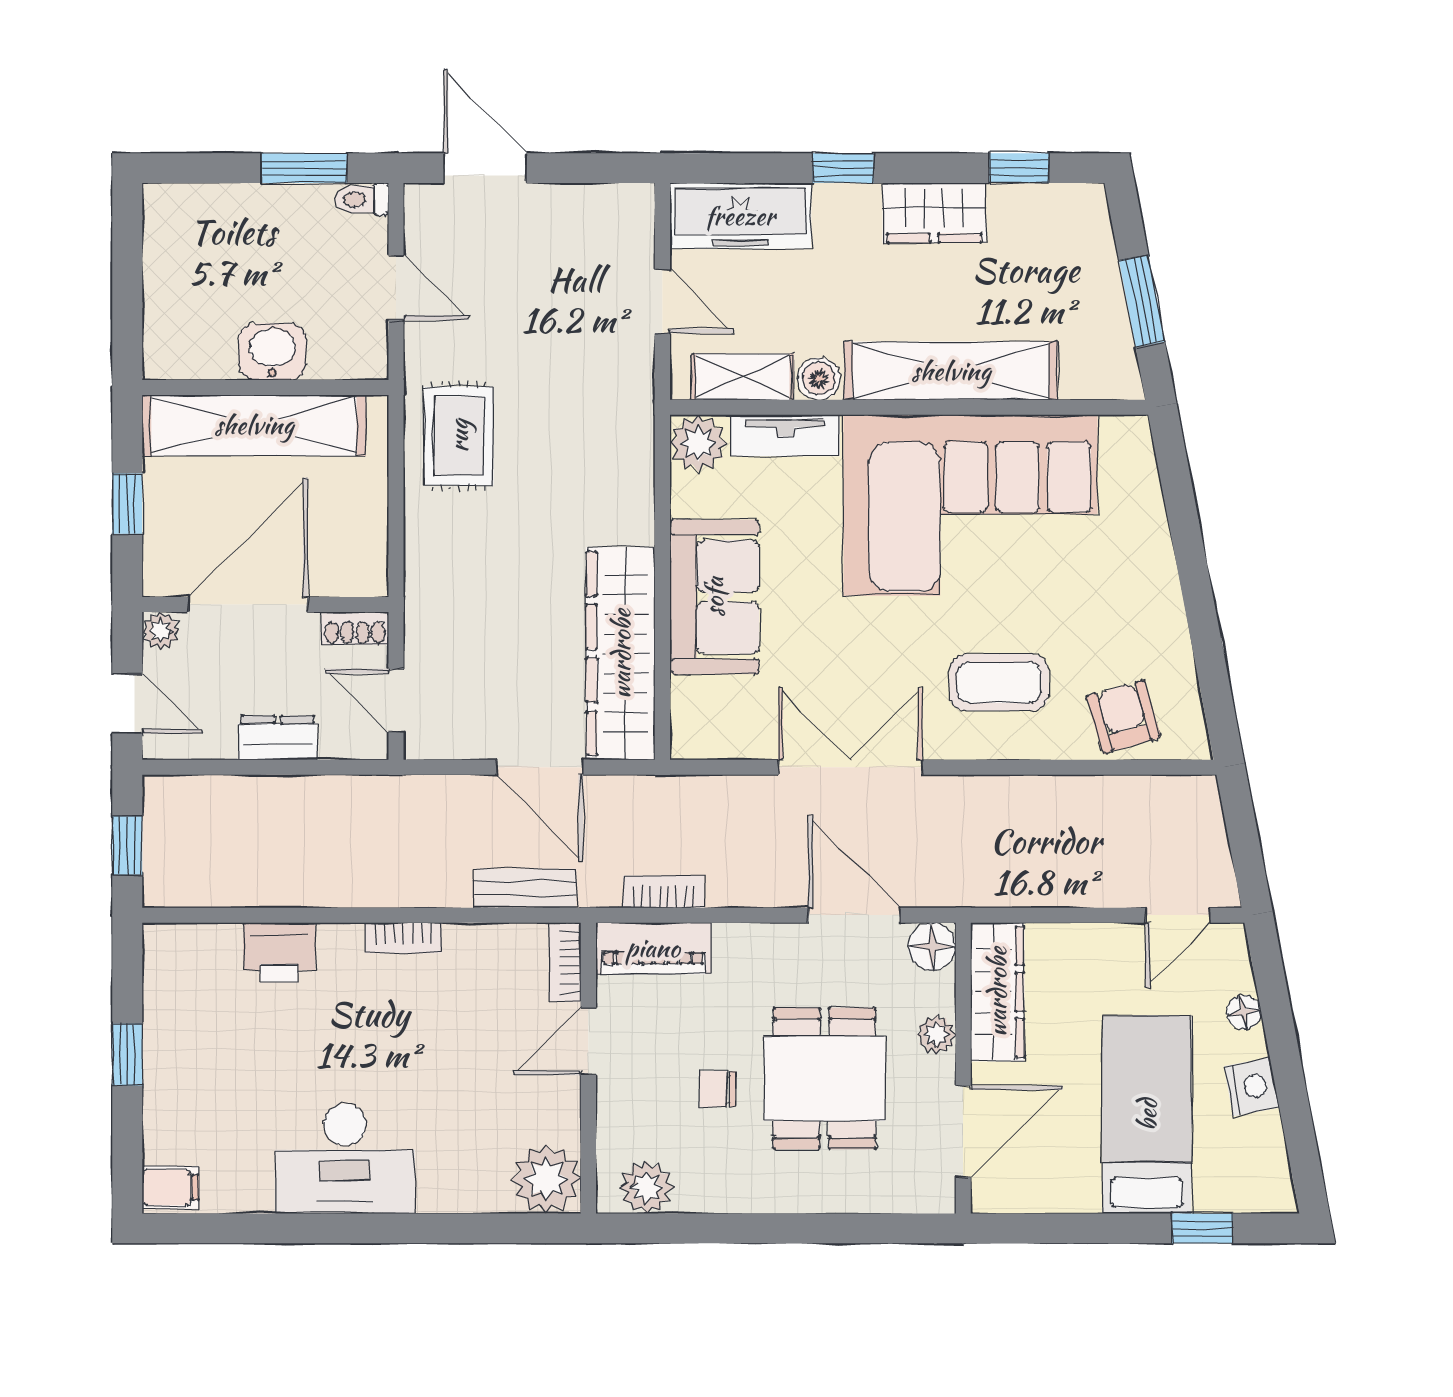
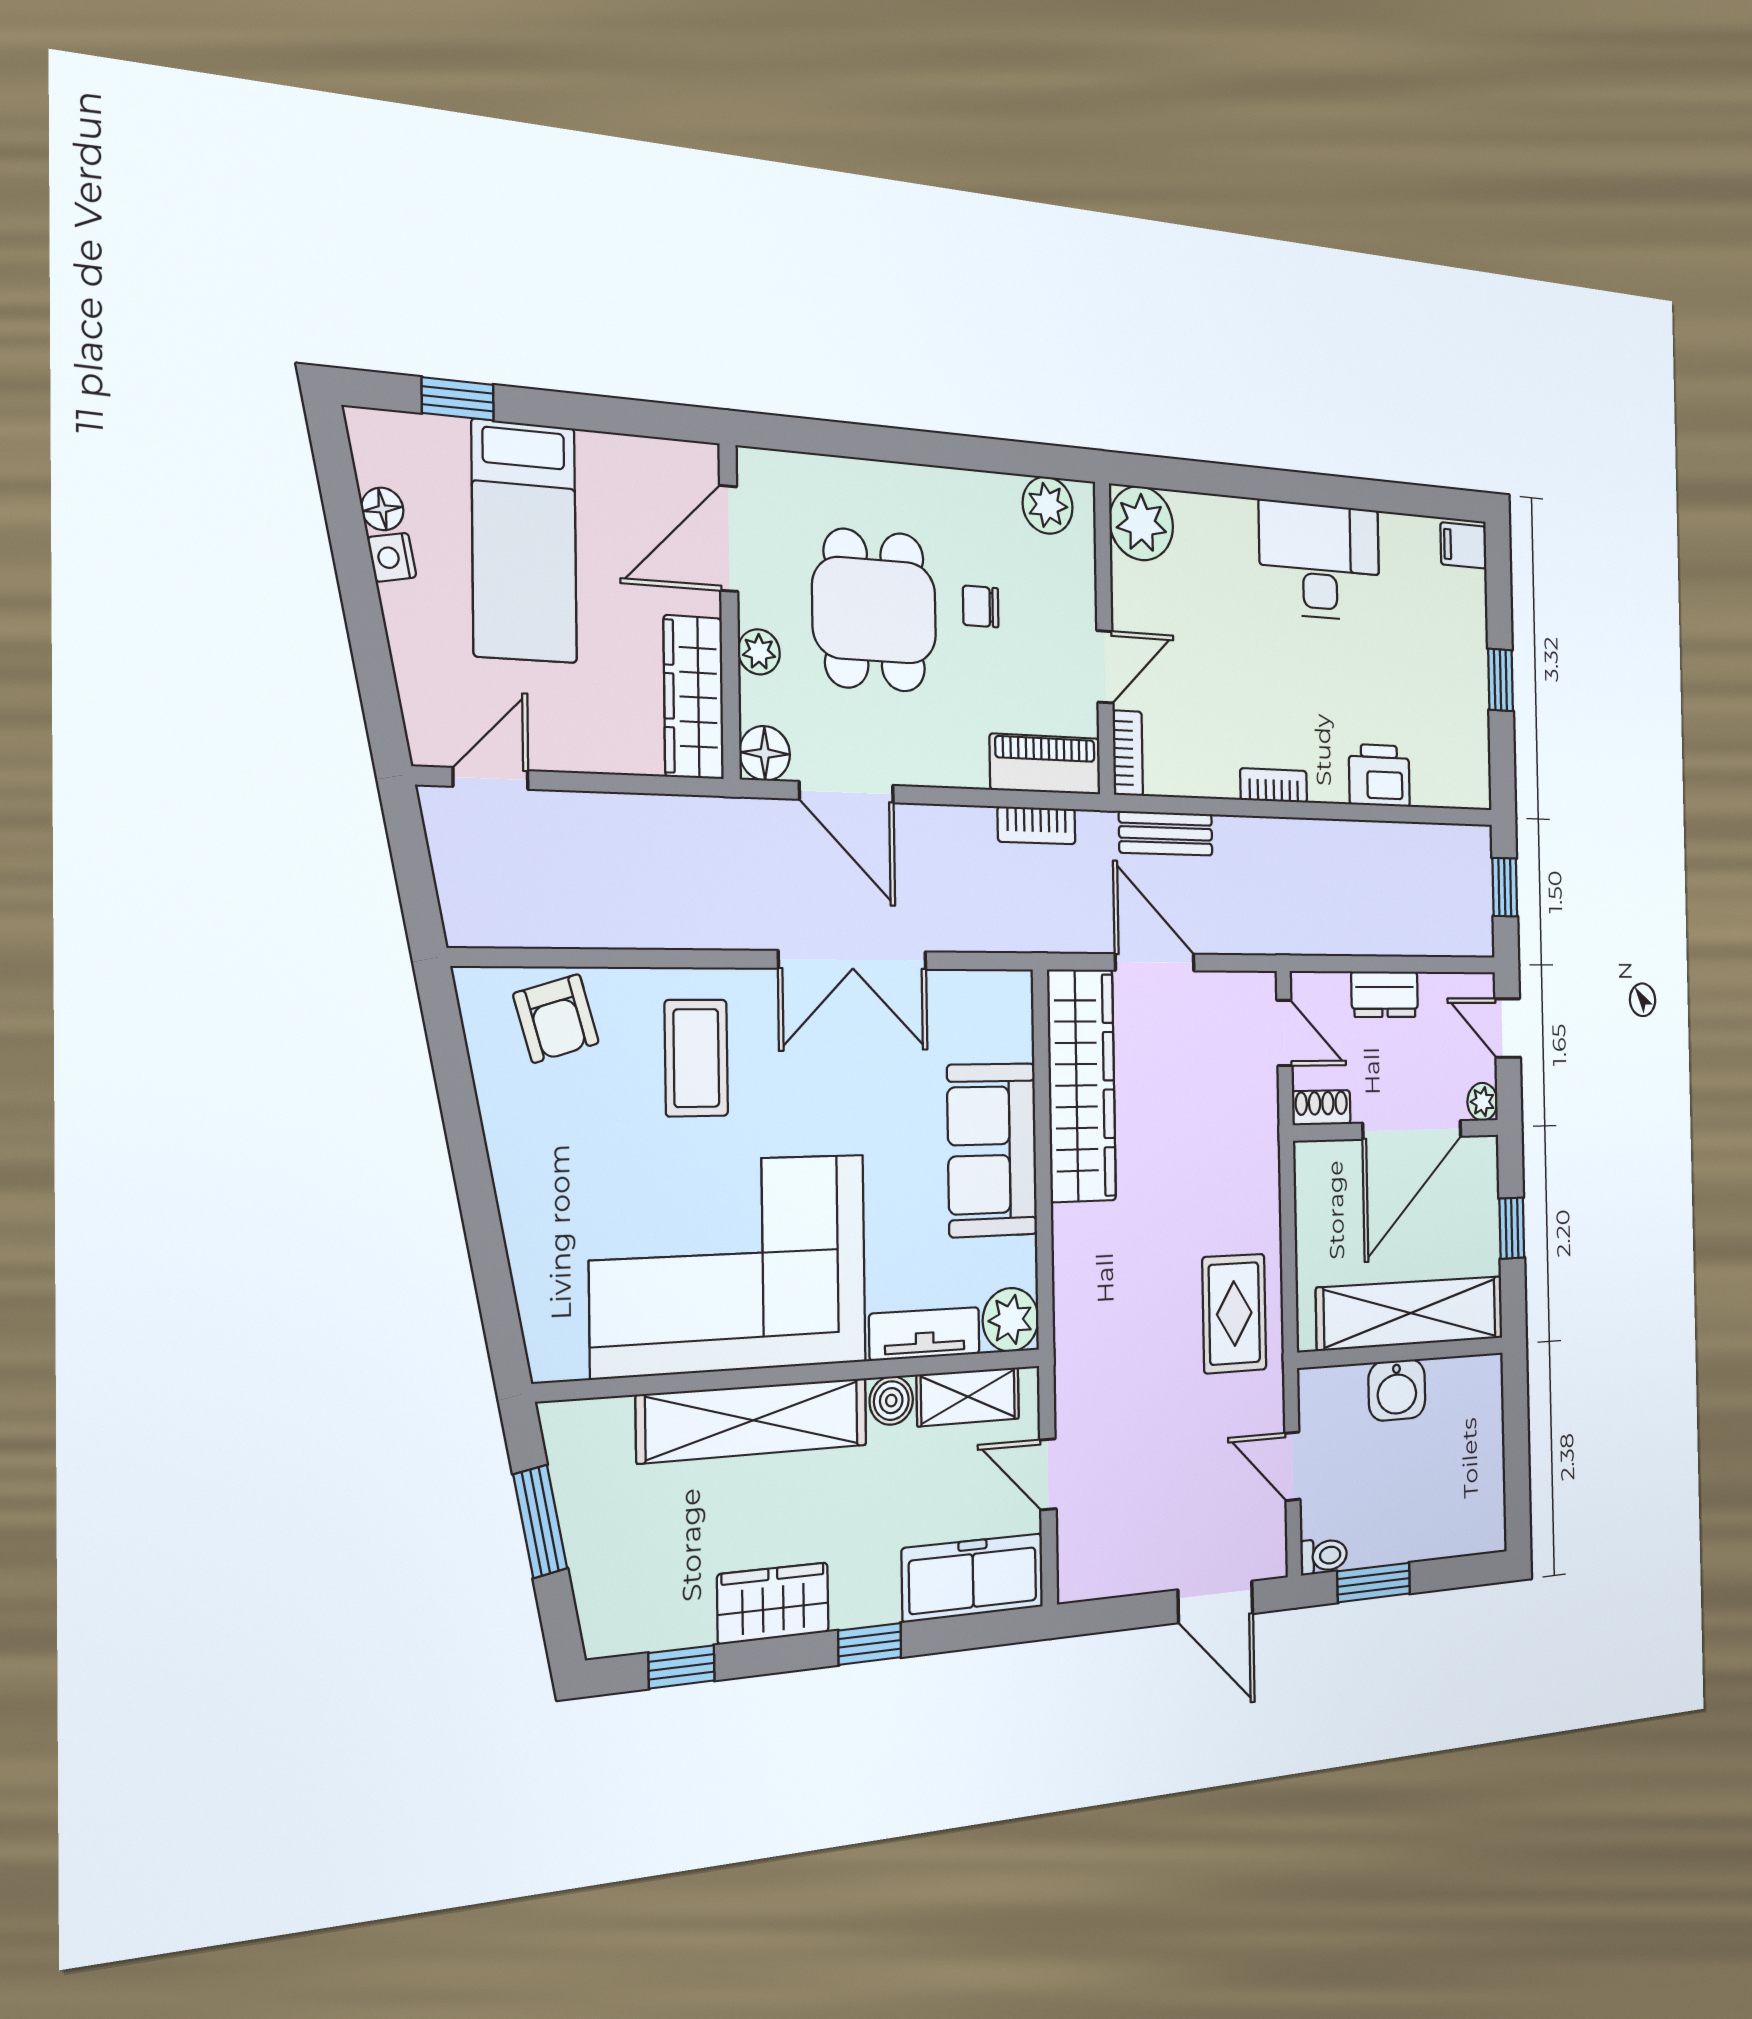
coffee table: (999, 683) -> (696, 1058), turned 90
floor lamp: (1244, 1012) -> (382, 509), moved
nightstand: (1252, 1087) -> (392, 557), width x0.72, depth x0.74
chair: (718, 1089) -> (981, 606), turned 180

